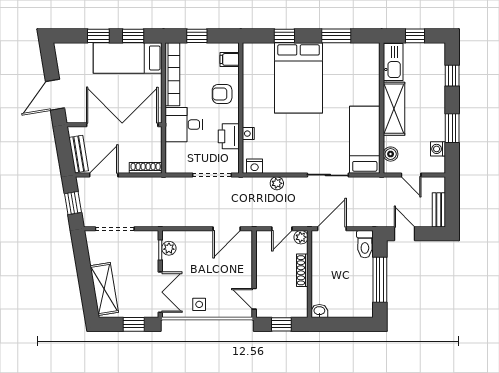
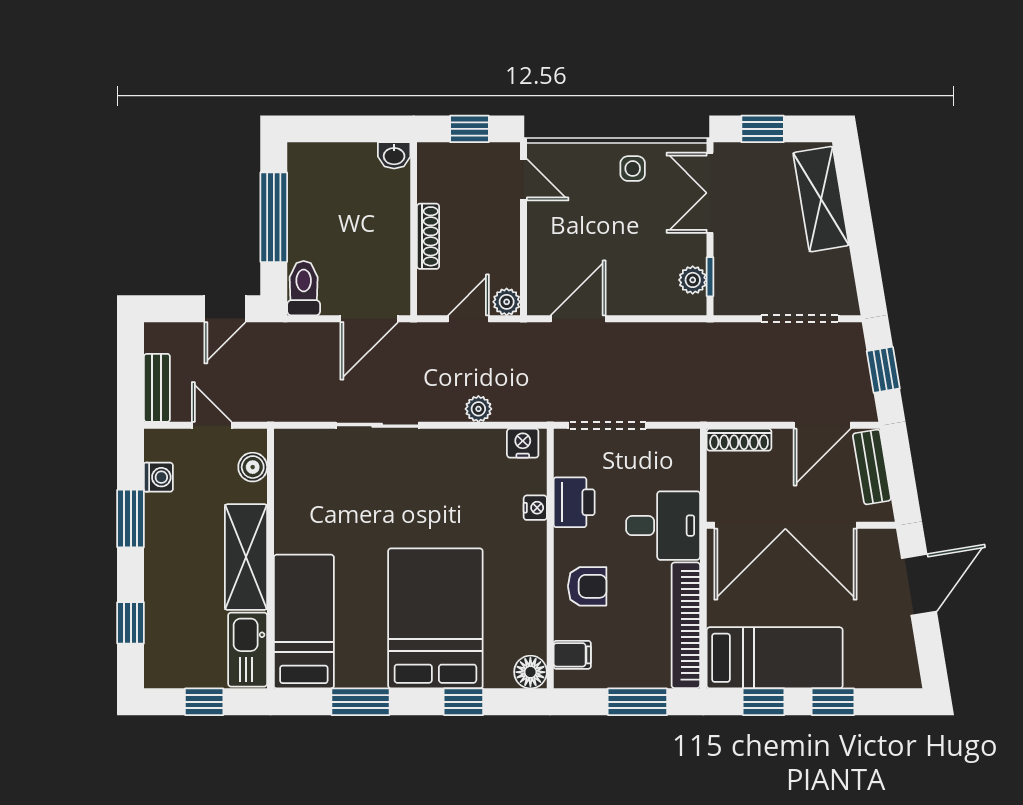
window: (197, 36) -> (637, 702), width x1.50
floor lamp: (251, 51) -> (530, 672), added
bed: (365, 140) -> (304, 622), moved, turned 180
bench: (439, 210) -> (157, 388), moved
door: (404, 234) -> (225, 309), hinge flipped
plant: (301, 237) -> (507, 302), moved

